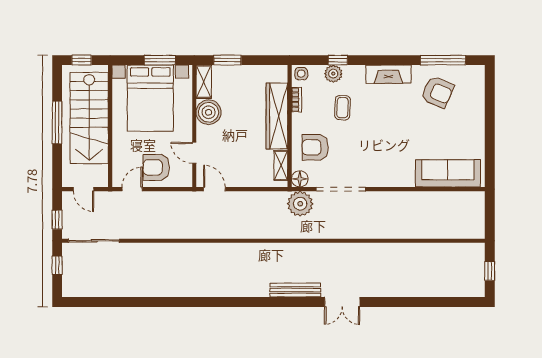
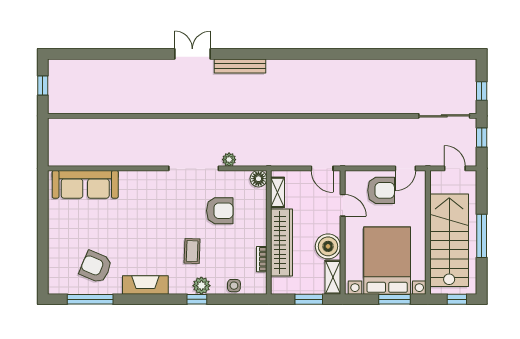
window: (160, 60) -> (395, 299), moved
bookcase: (296, 100) -> (262, 259), moved
wardrobe: (277, 116) -> (282, 243), moved
wall: (290, 126) -> (269, 232), moved
shelving: (281, 165) -> (278, 192), moved
floor lamp: (300, 179) -> (258, 179), moved
plant: (300, 204) -> (229, 160), width x0.53, depth x0.53

